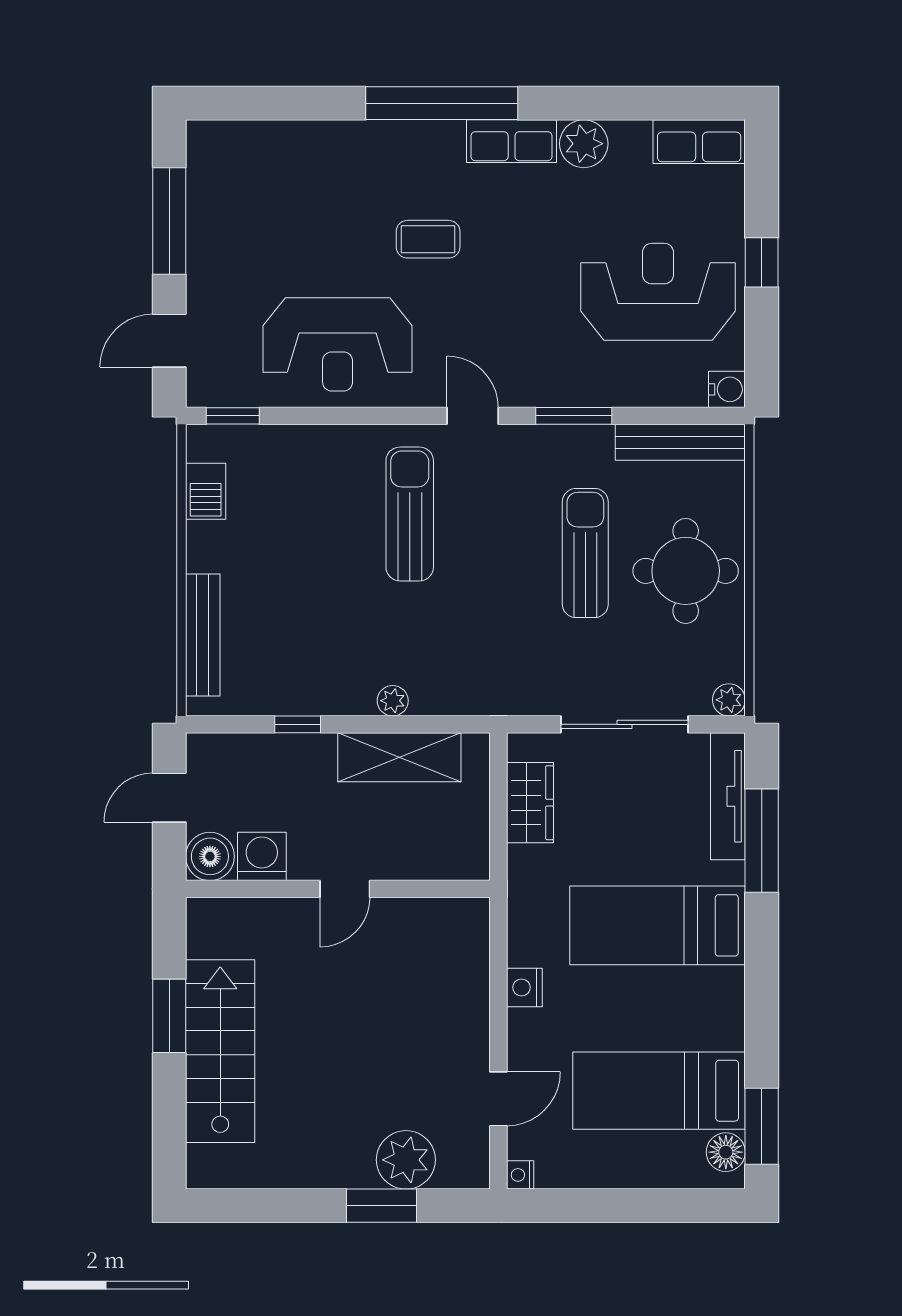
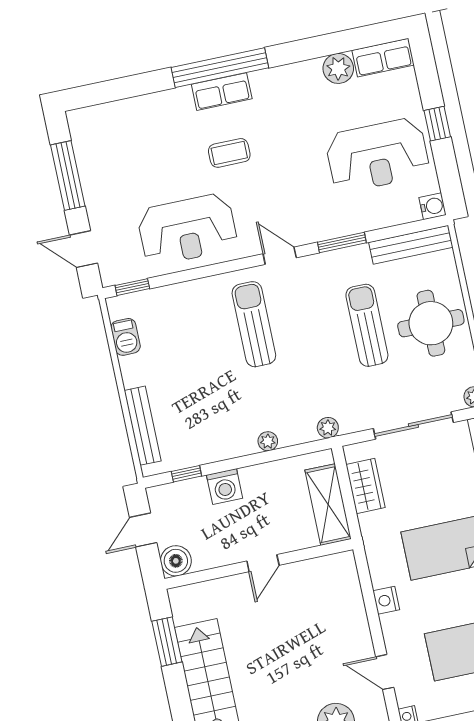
row of seats: (512, 141) -> (222, 92), moved
plant: (584, 144) -> (338, 68), moved
reception desk: (658, 292) -> (377, 155), turned 180
door: (169, 341) -> (83, 249), hinge flipped
plant: (491, 700) -> (328, 428), added
window: (298, 724) -> (186, 474), moved
shelving: (399, 757) -> (328, 505), moved, turned 90
washing machine: (262, 856) -> (225, 487), moved, turned 180
window: (169, 1016) -> (167, 642), moved
door: (498, 1099) -> (385, 672), swing flipped

